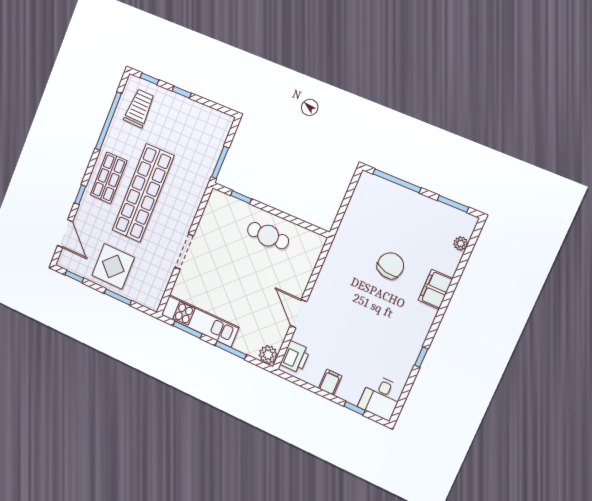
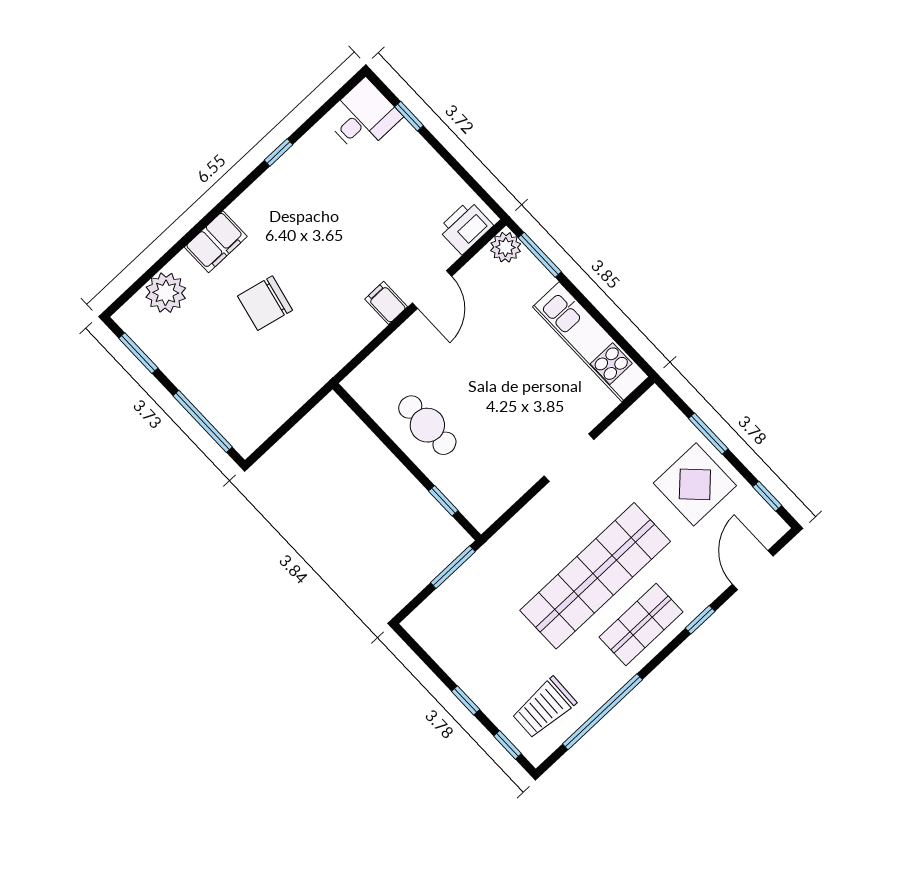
plant: (461, 244) -> (166, 293), width x1.88, depth x1.88
window: (188, 330) -> (617, 336), removed
window: (231, 350) -> (540, 255), moved
filing cabinet: (330, 382) -> (386, 303), moved, turned 90

